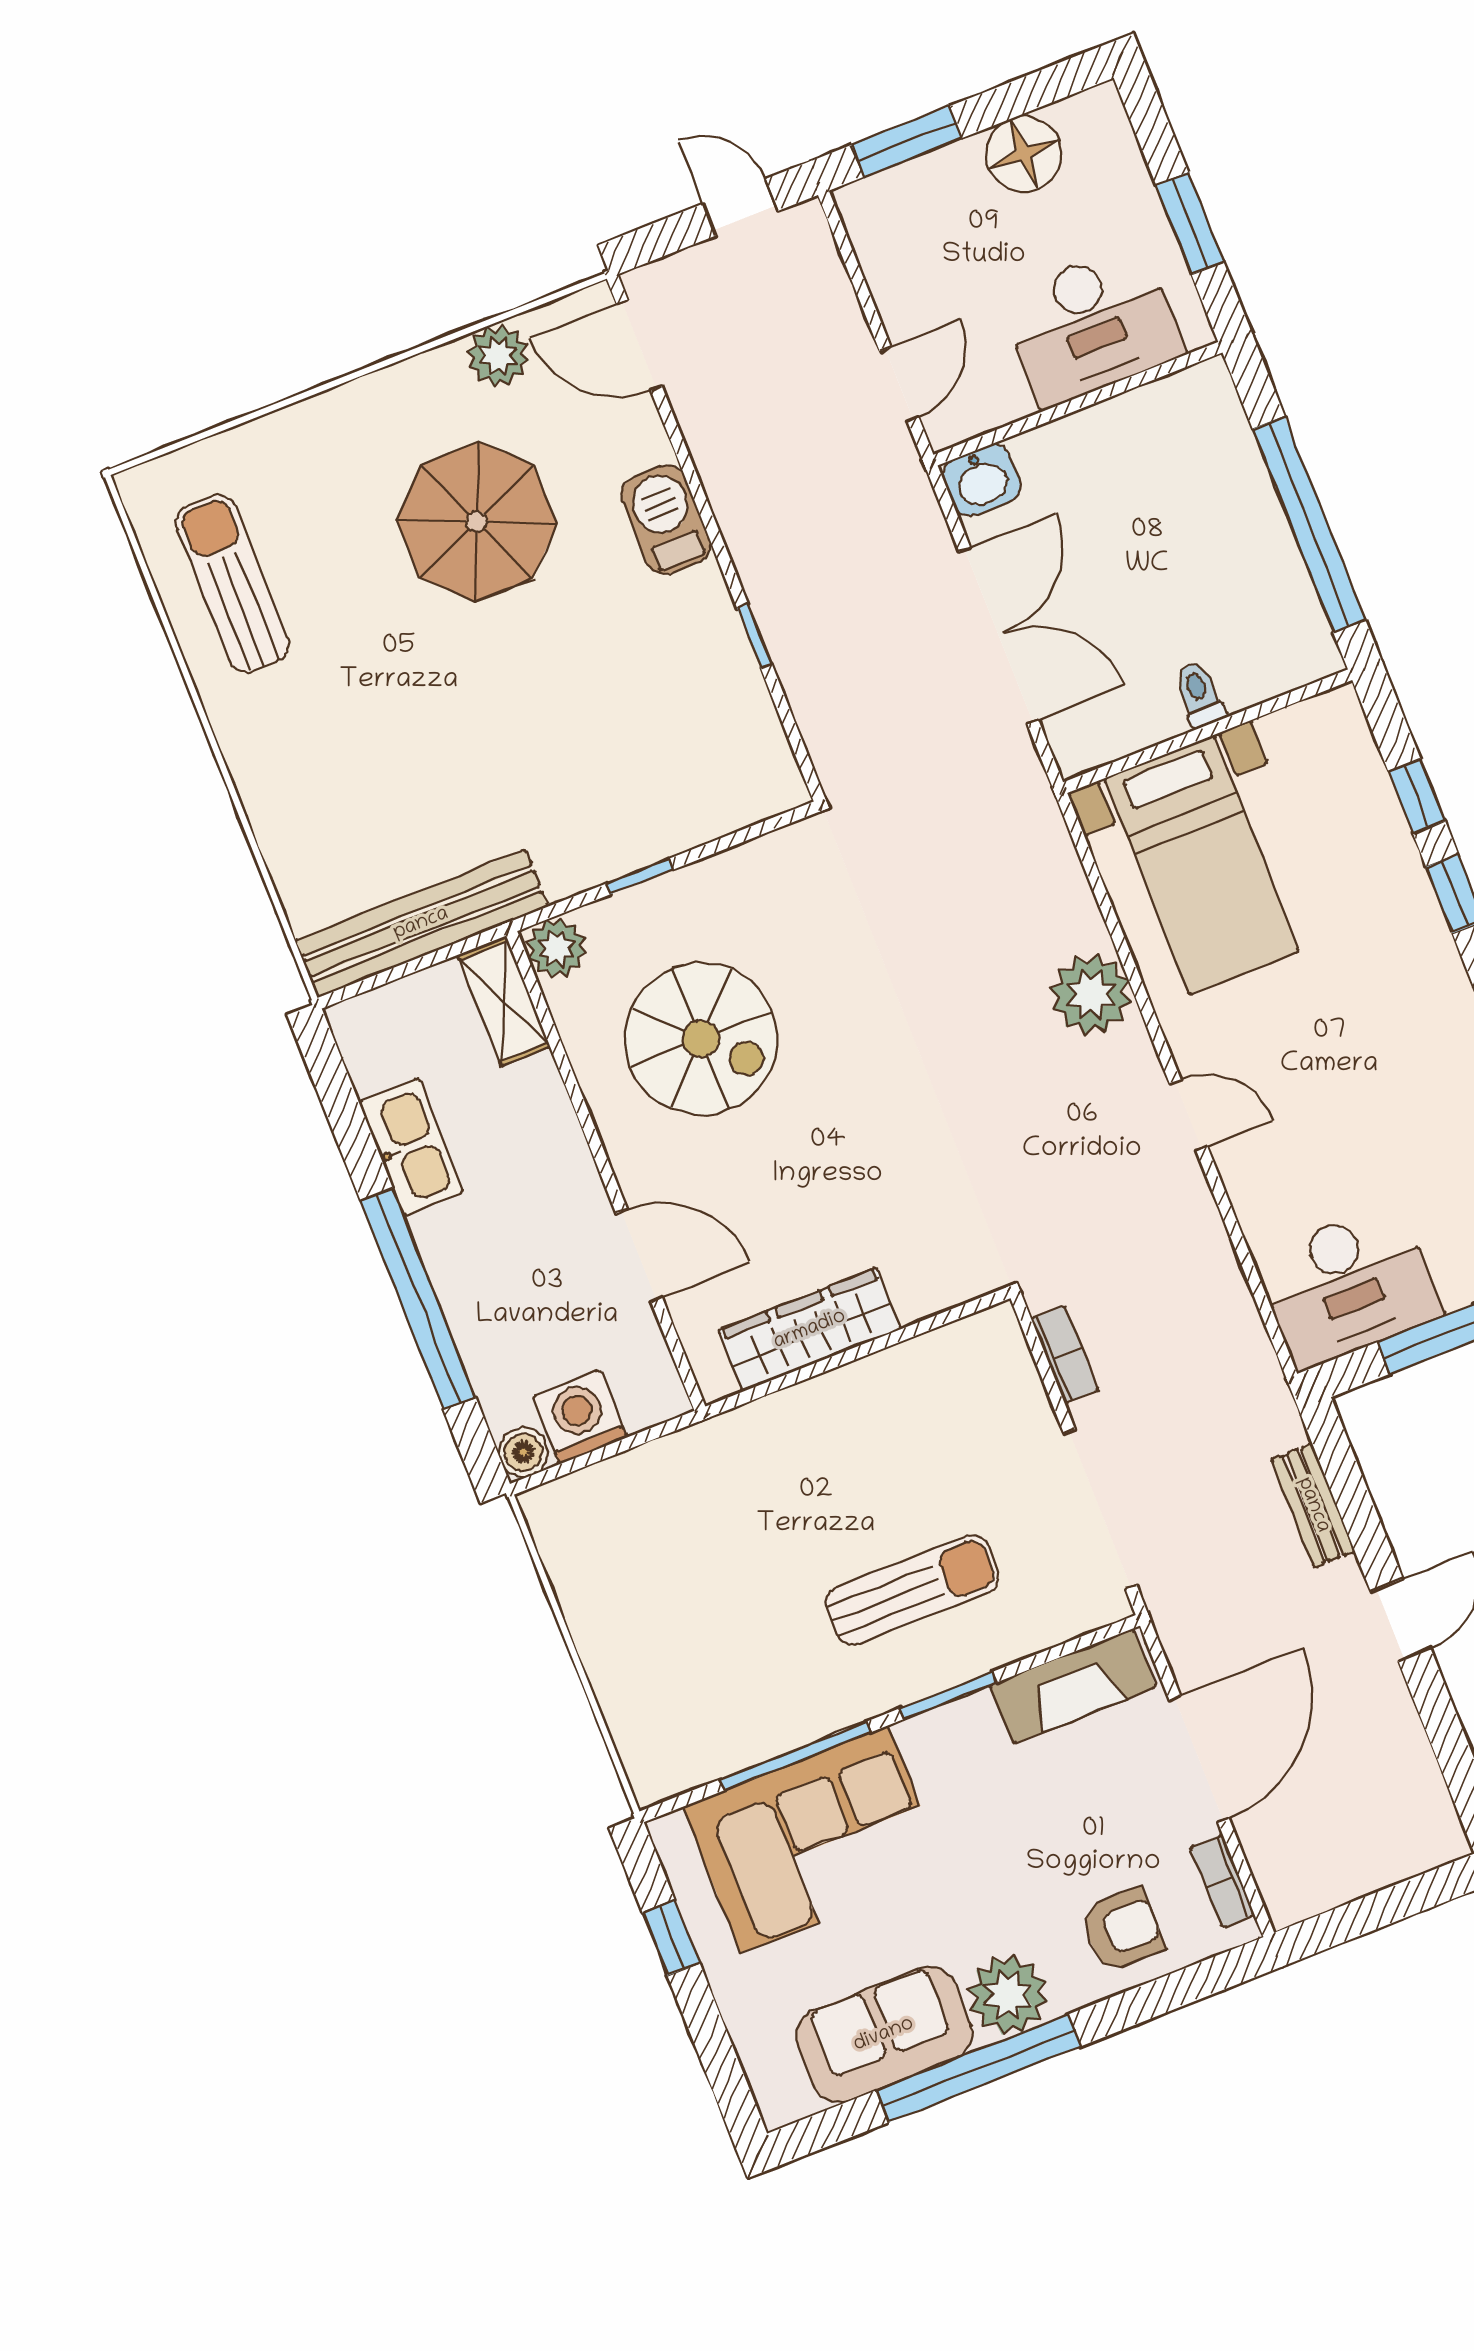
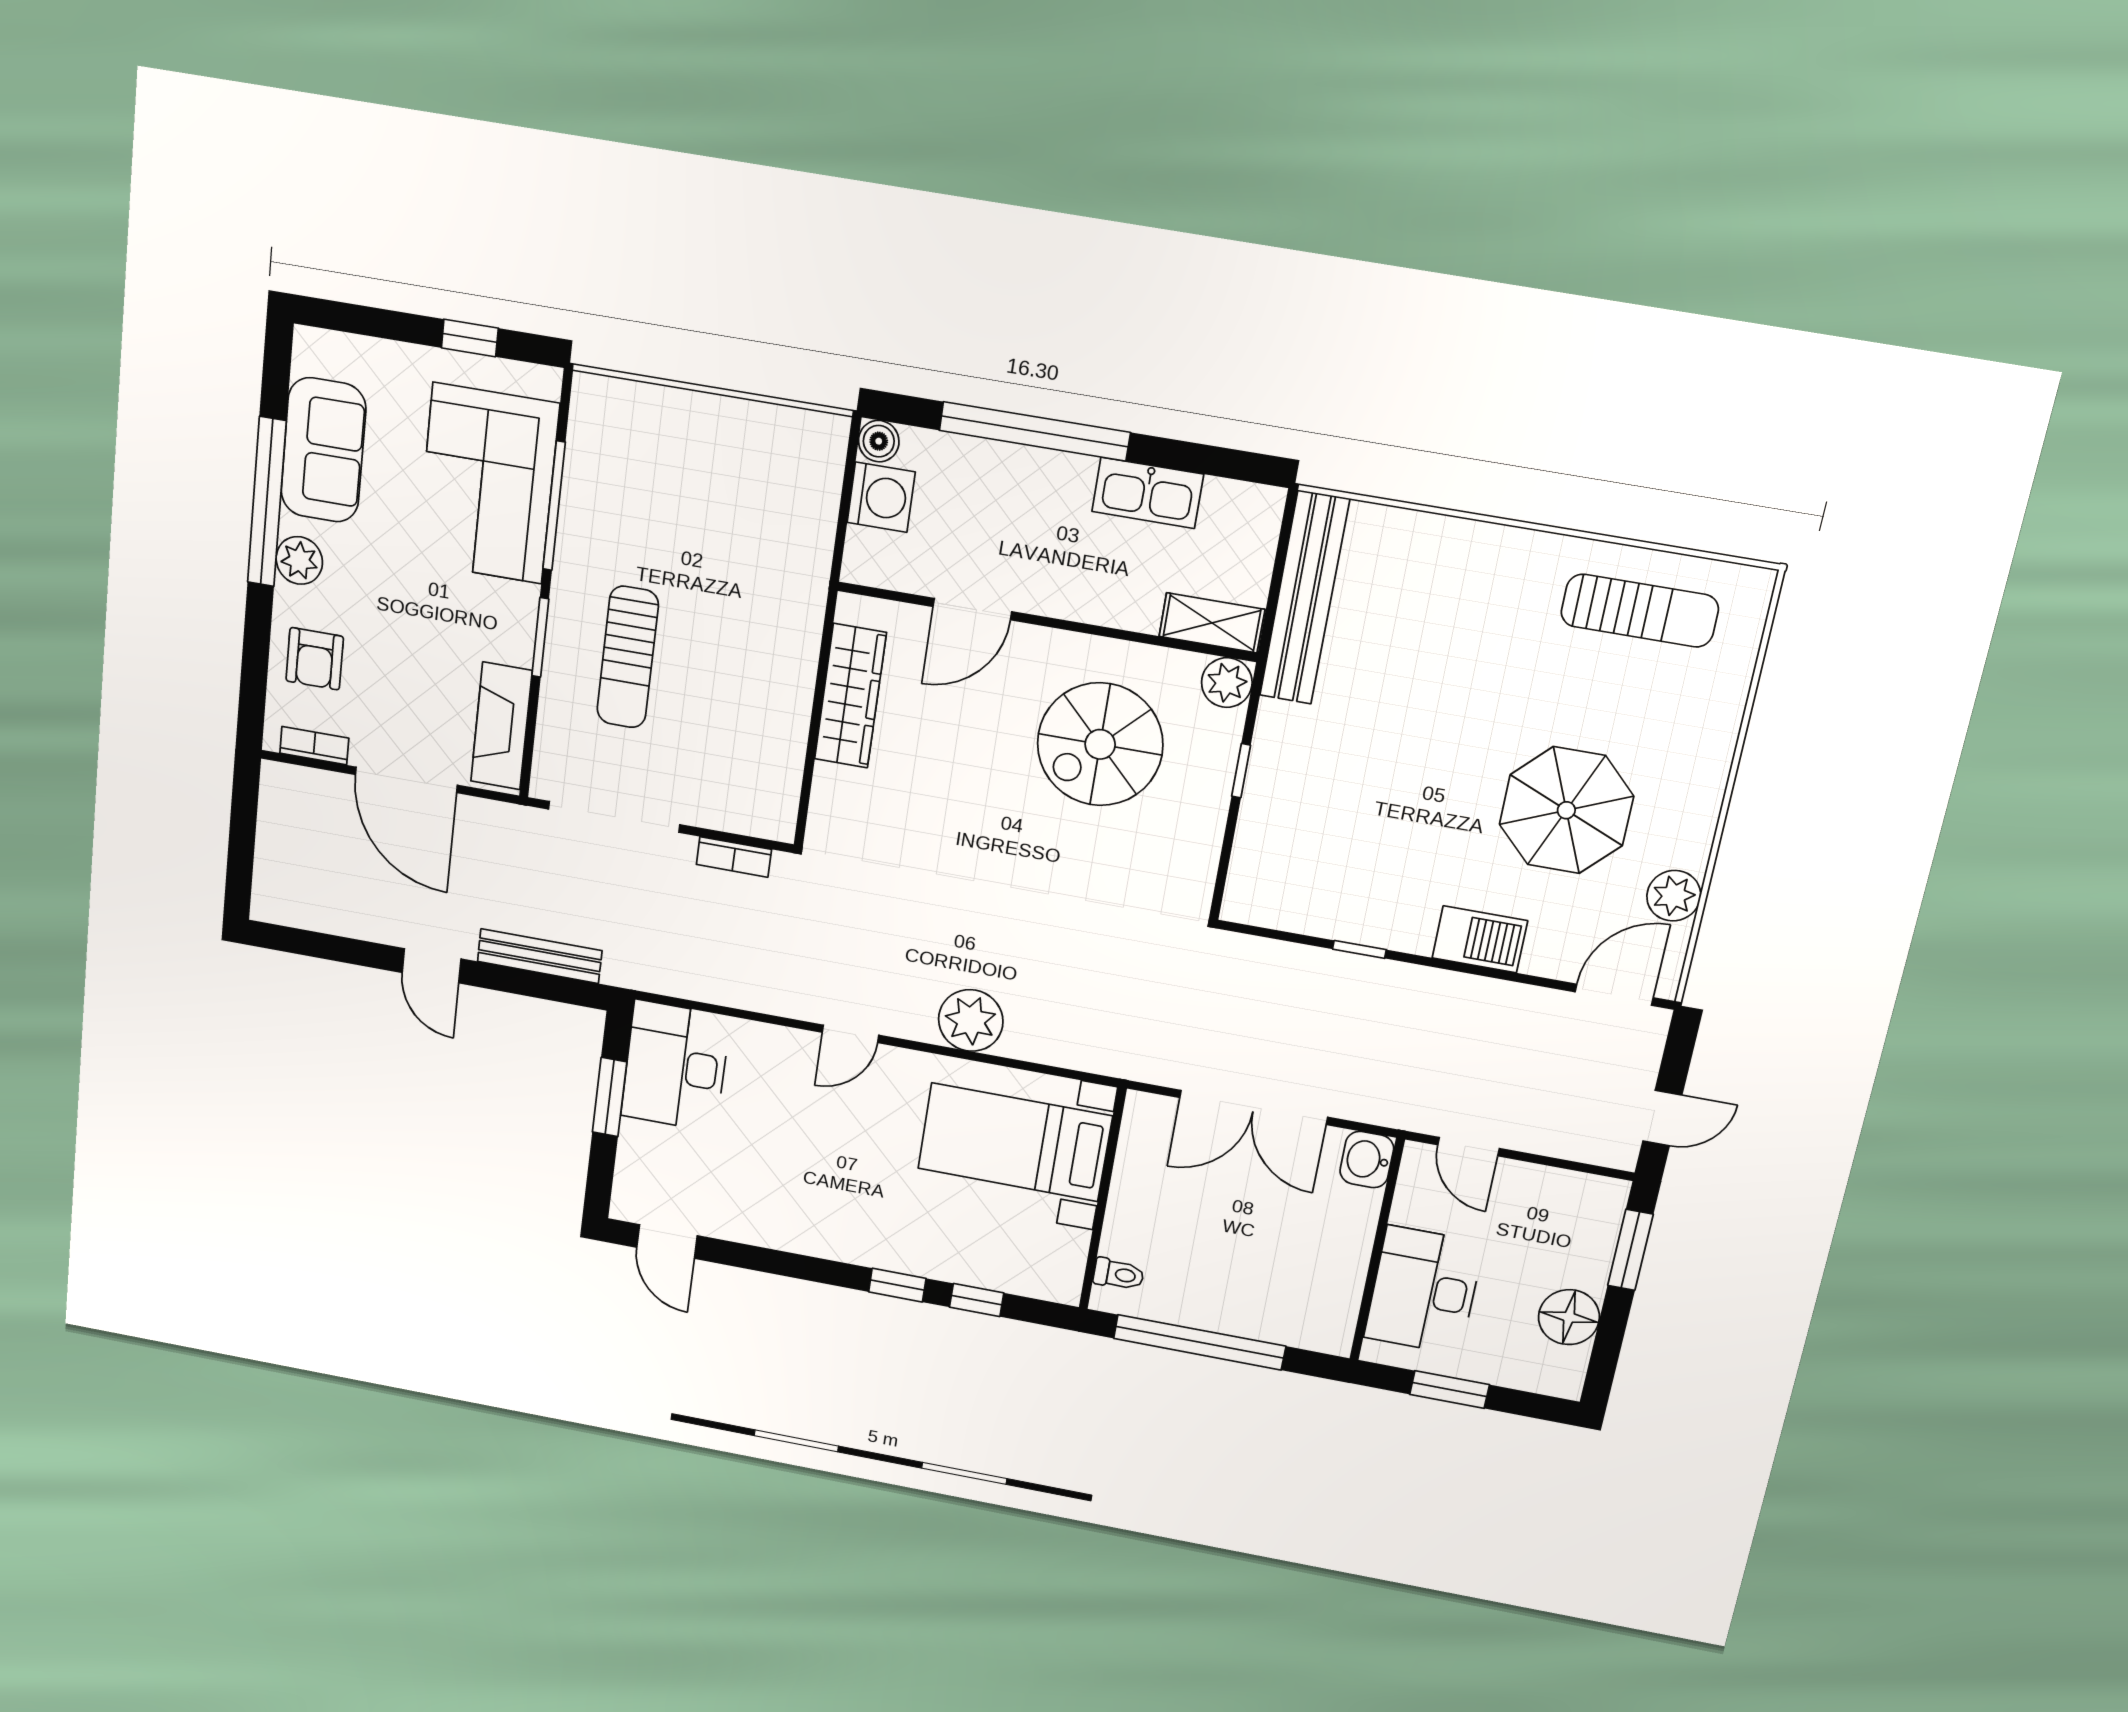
toilet: (1199, 695) -> (1119, 1274), moved
bench: (1313, 1505) -> (540, 956), width x1.36
plant: (1008, 1995) -> (299, 560), width x0.73, depth x0.73

